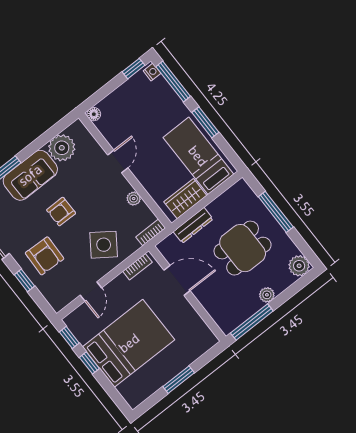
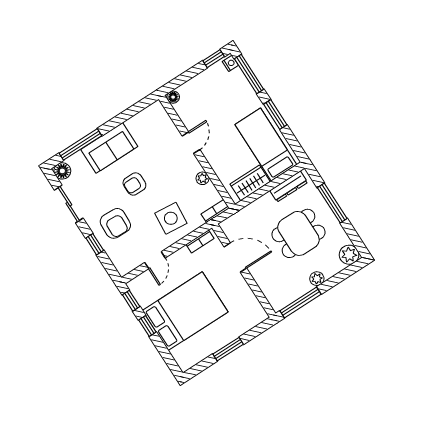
plant: (62, 148) -> (141, 125), removed
dresser: (193, 225) -> (289, 186), moved
side table: (104, 245) -> (171, 218), turned -30

